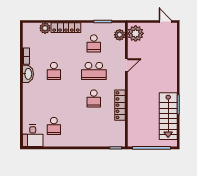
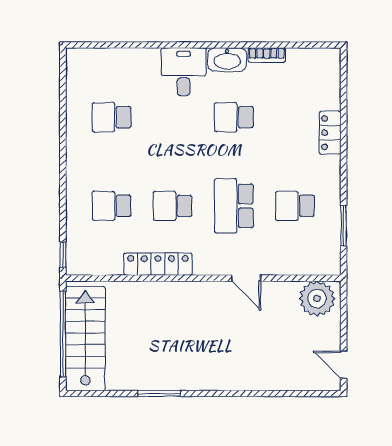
door: (165, 22) -> (344, 365), swing flipped
plant: (45, 28) -> (329, 97), removed
locker: (66, 28) -> (330, 133), width x0.66
plant: (120, 35) -> (314, 263), removed
stairs: (168, 116) -> (85, 339), moved, turned 90
school desk: (94, 126) -> (112, 206), added
desk: (33, 136) -> (184, 72), moved, turned 90

